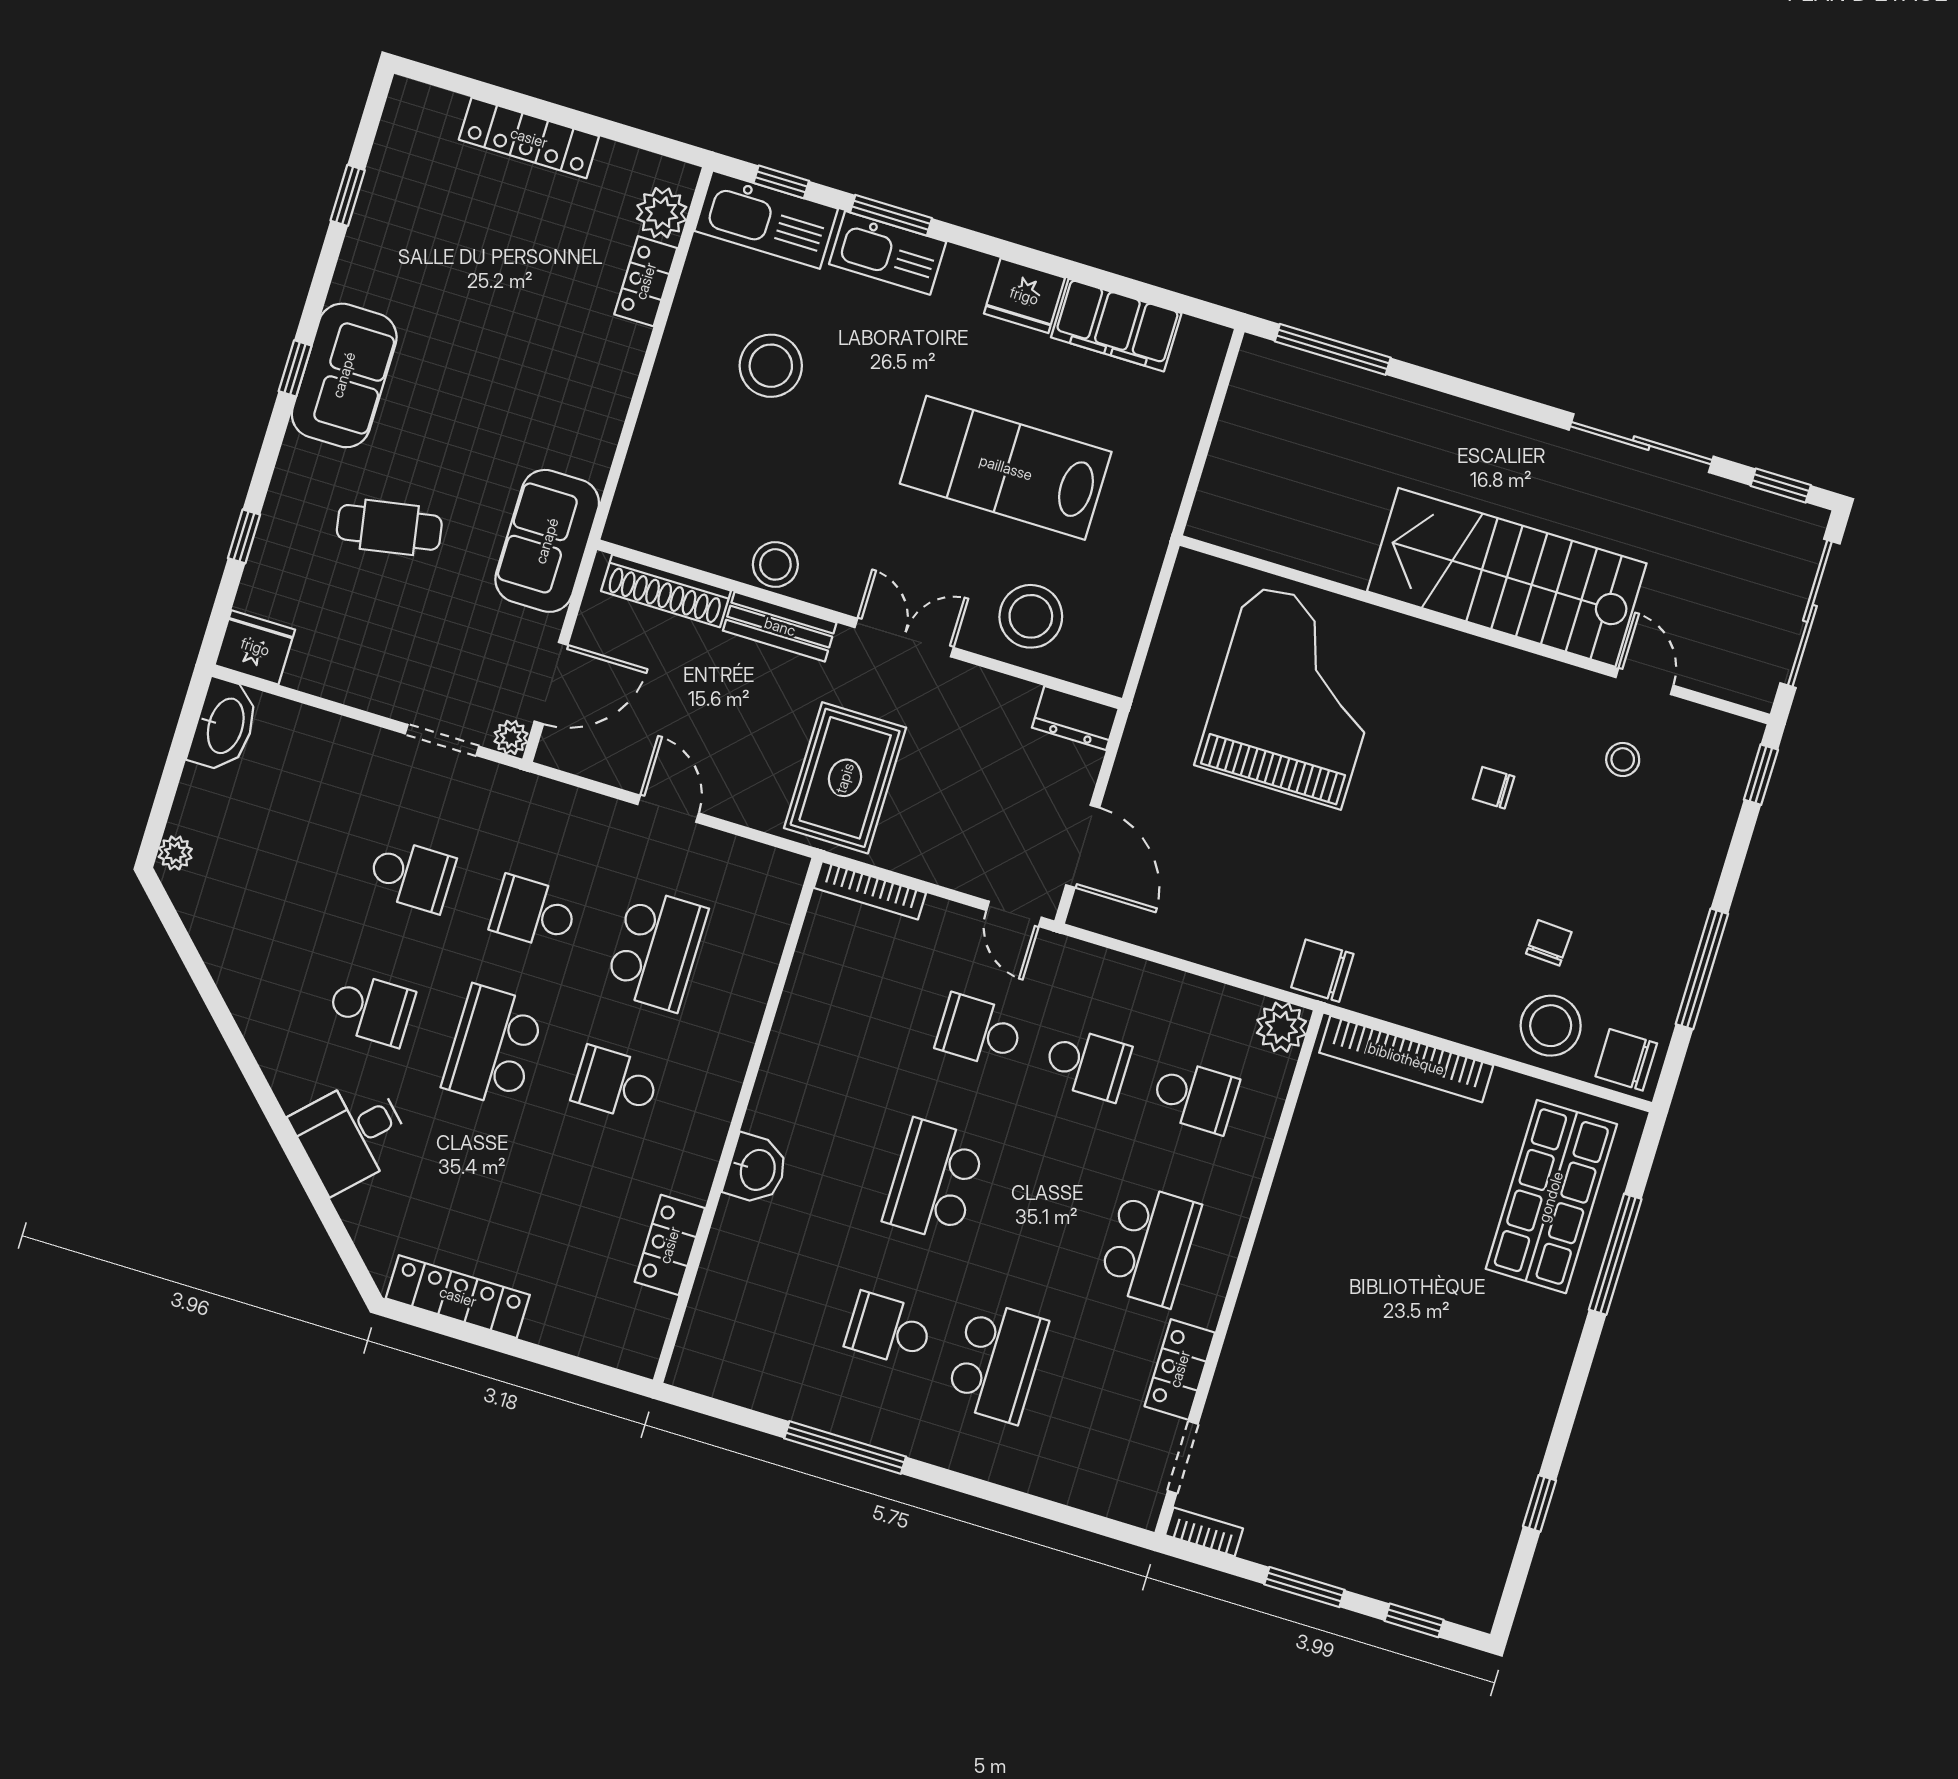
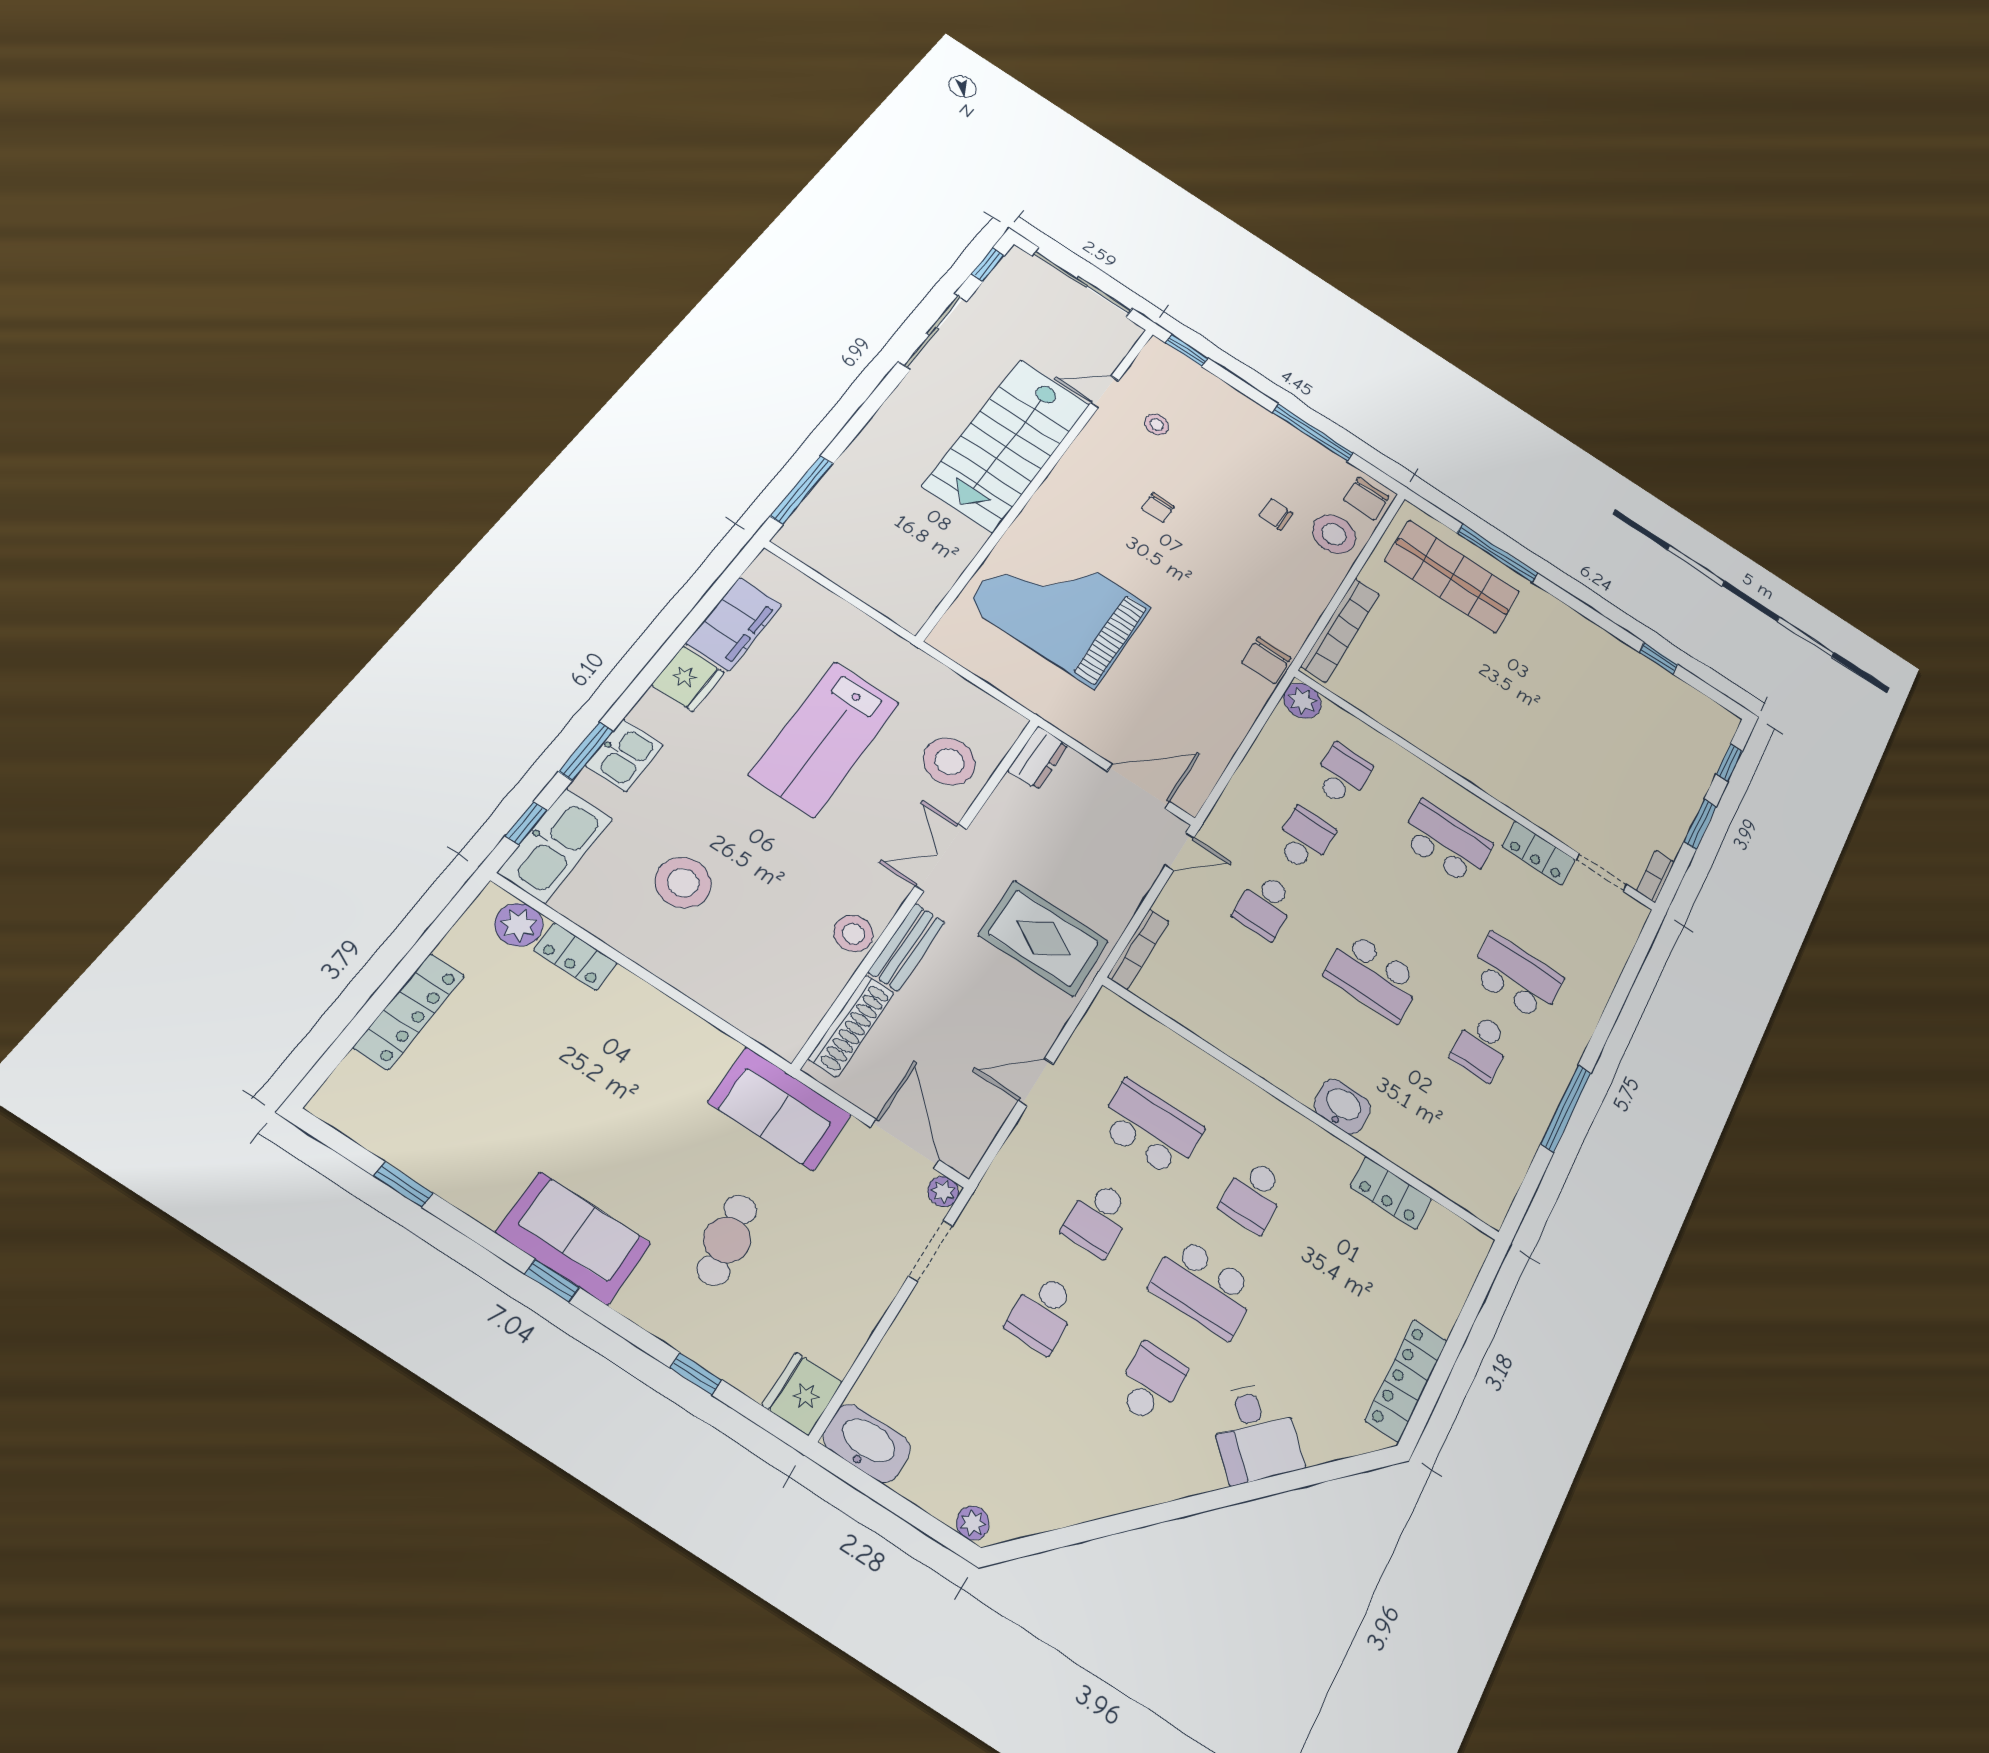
kitchen sink: (888, 253) -> (624, 755), width x0.73
school desk: (411, 875) -> (1043, 1313), turned 180

